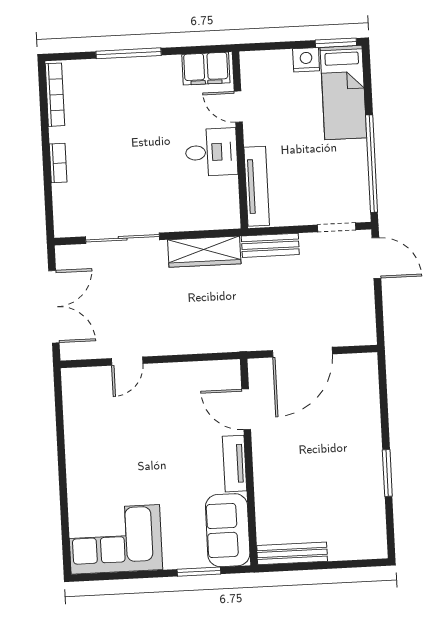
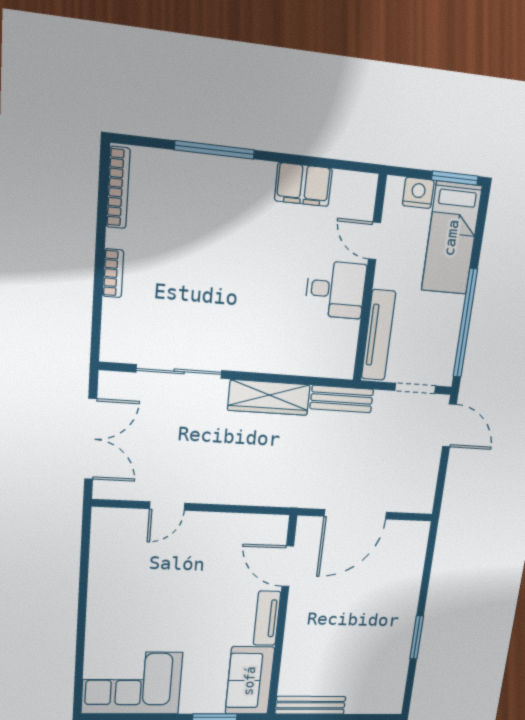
door: (238, 107) -> (374, 241), moved
wall: (240, 140) -> (370, 280), moved
desk: (211, 152) -> (336, 290), moved
tv unit: (257, 186) -> (378, 335), moved

